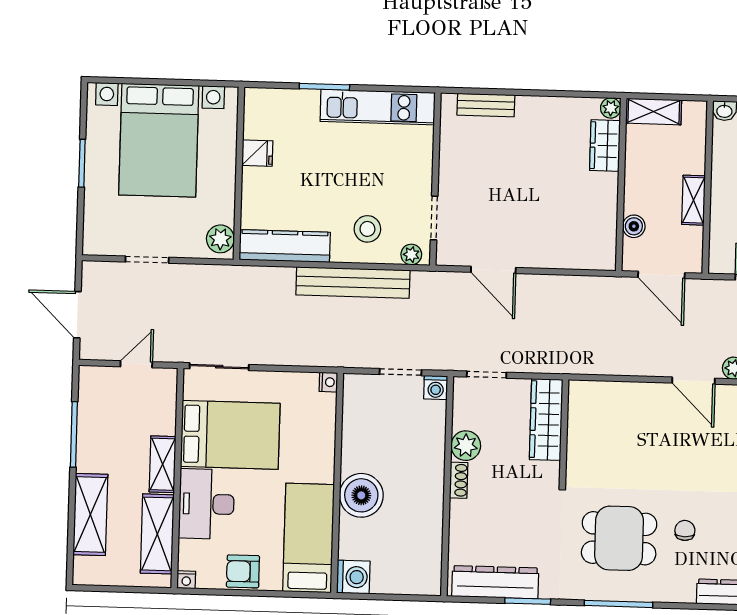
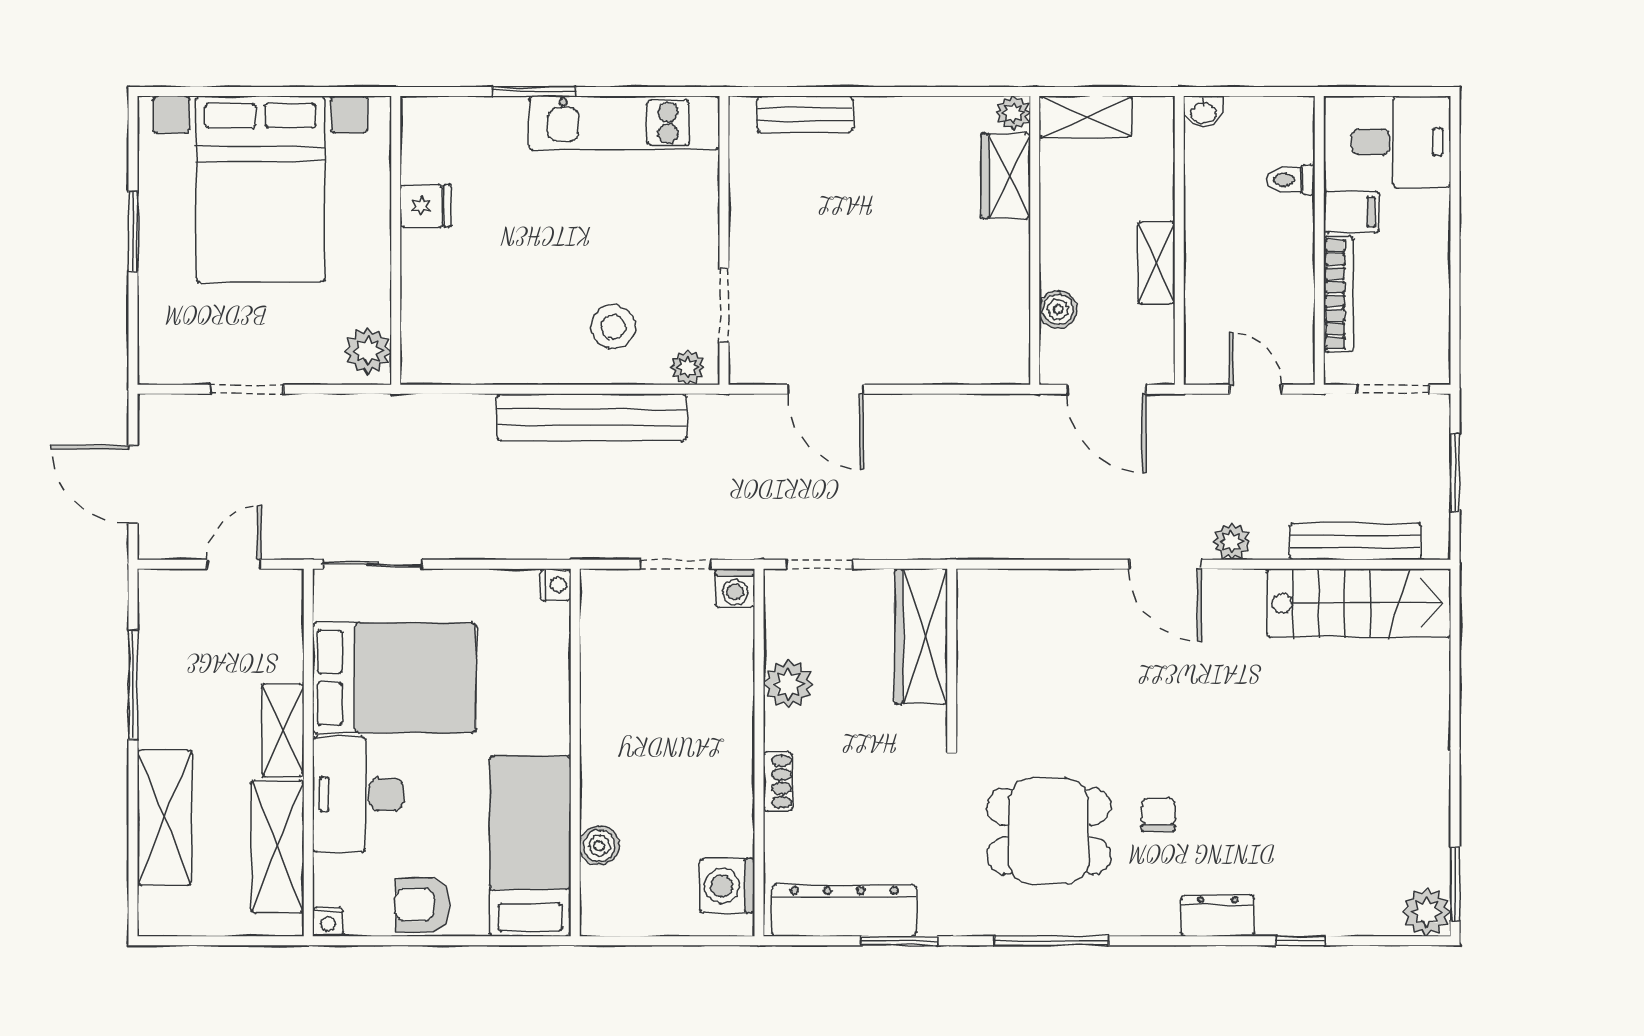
kitchen counter: (285, 246) -> (476, 360), removed
shoe rack: (459, 480) -> (778, 781), moved
boiler: (361, 495) -> (599, 846), moved, width x0.54, depth x0.54
washing machine: (353, 577) -> (727, 886), moved, turned 180

